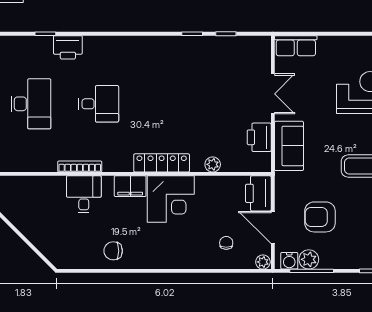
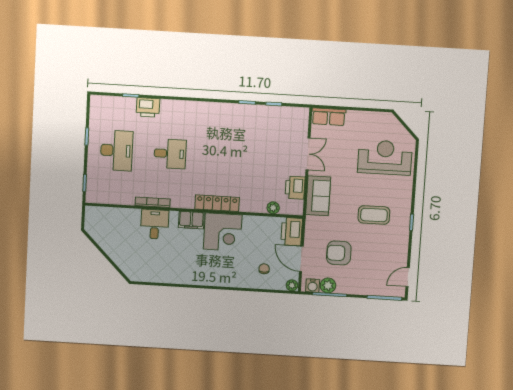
plant: (213, 164) -> (273, 208), moved
chair: (113, 251) -> (175, 270), removed

